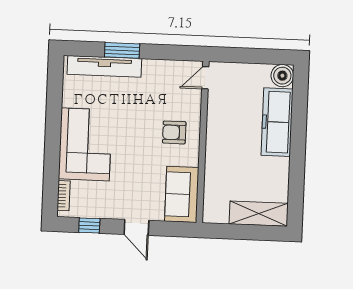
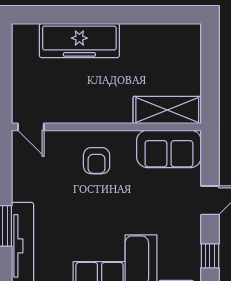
boiler: (282, 76) -> (25, 37), removed
shelving: (259, 214) -> (167, 110), moved, turned 90

